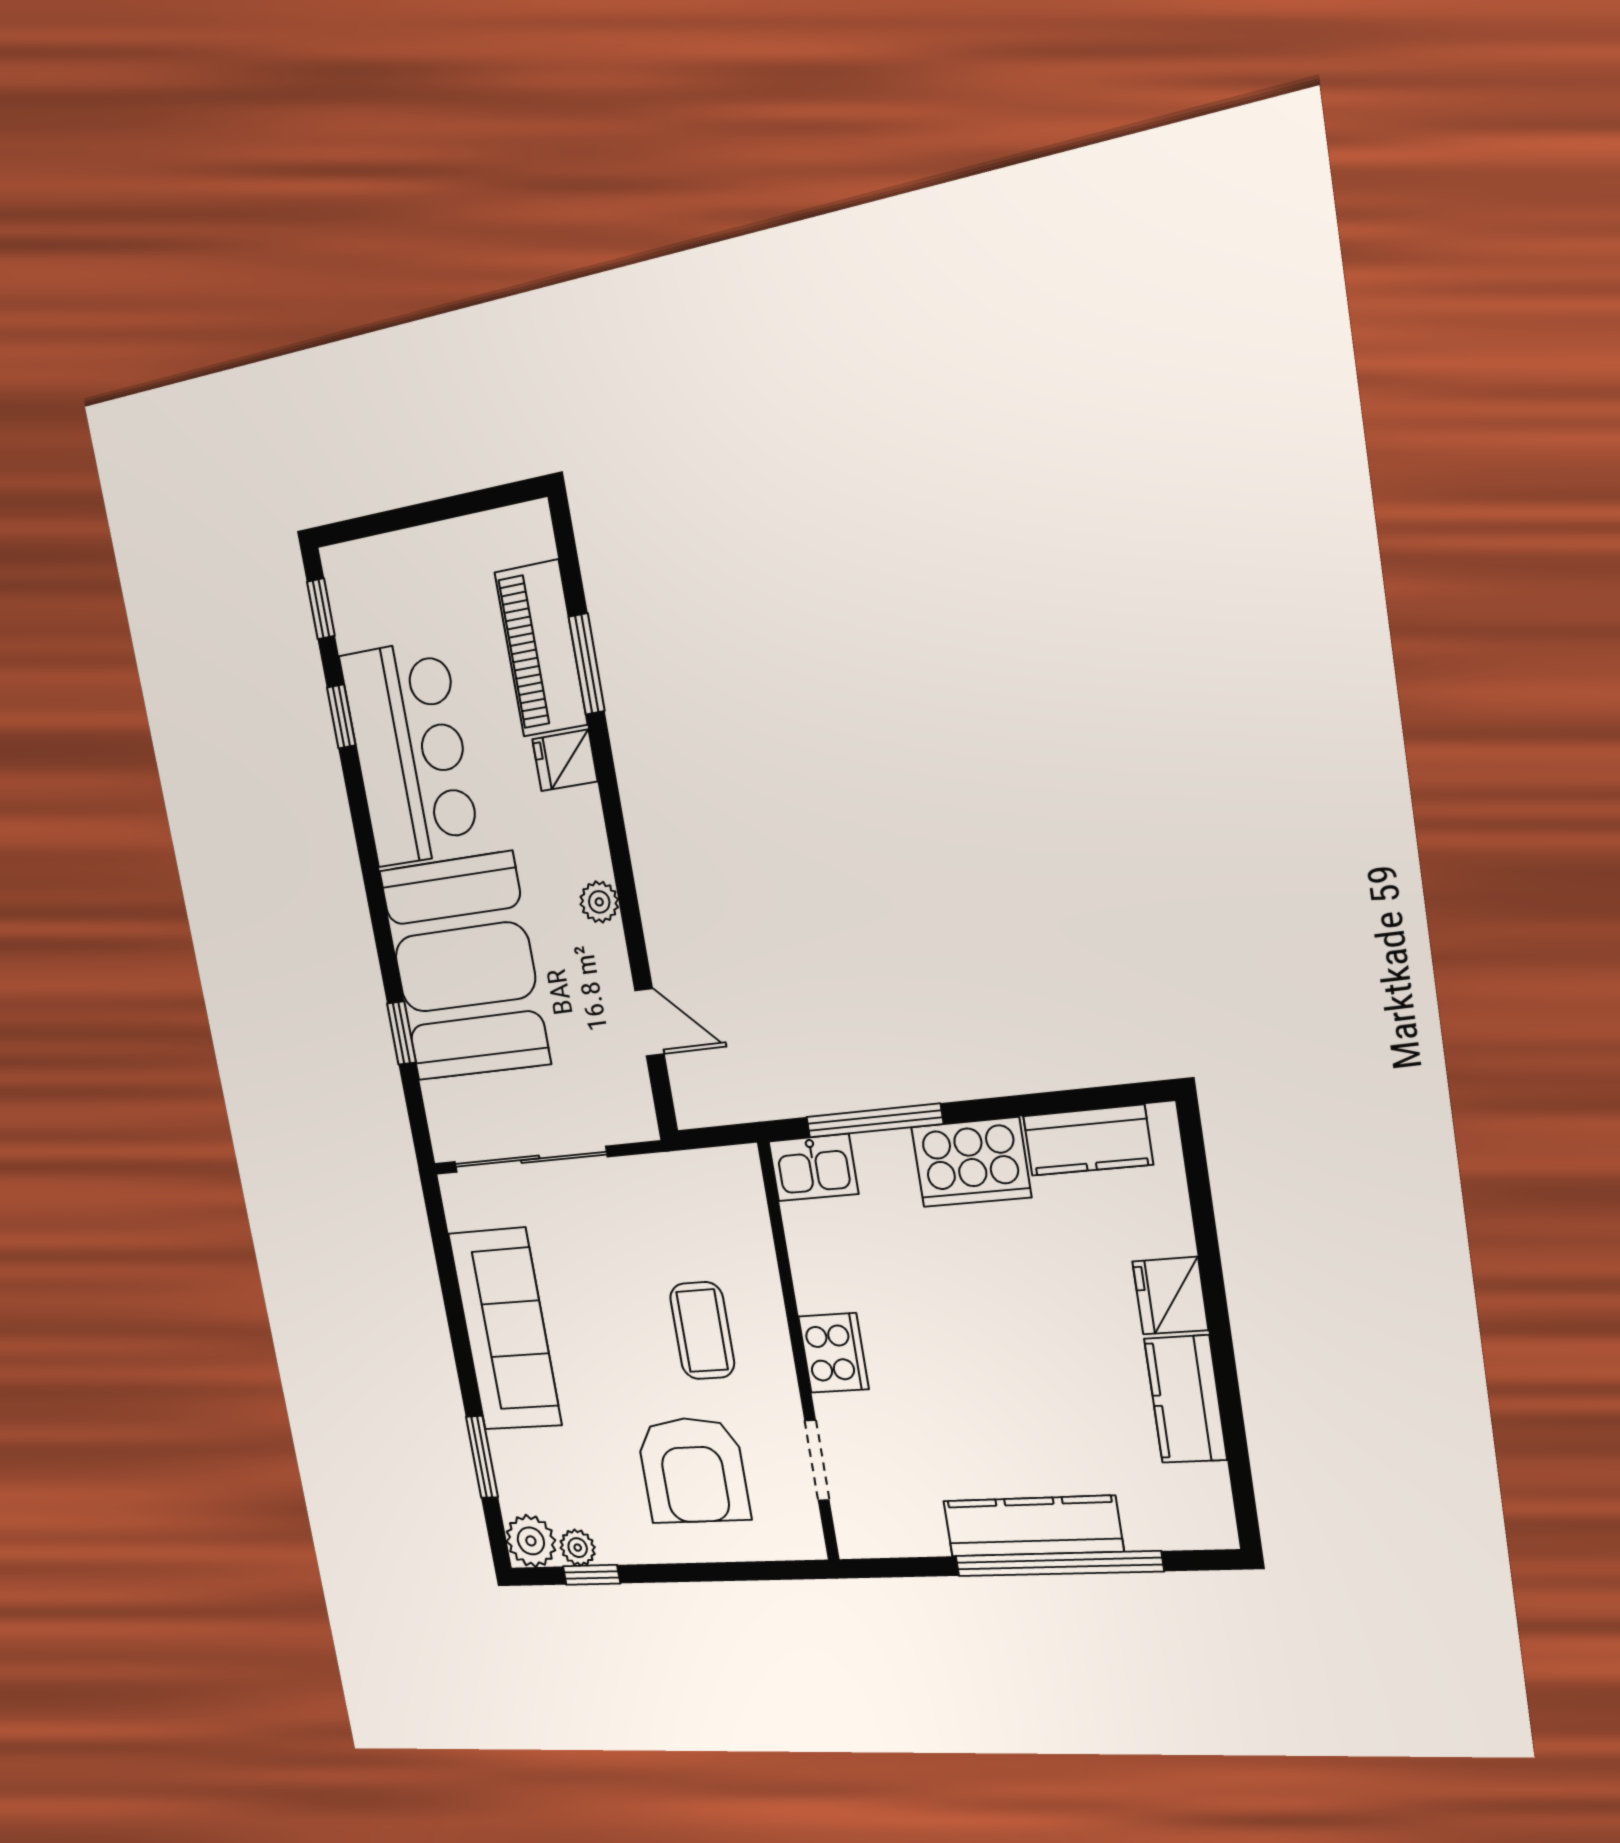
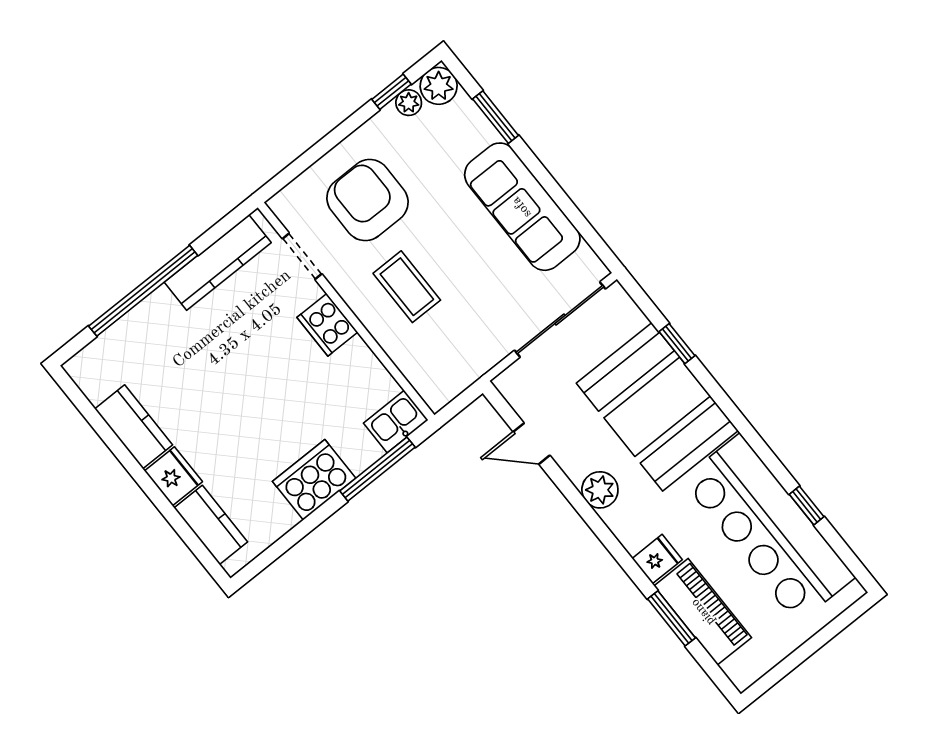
window: (321, 609) -> (850, 559), removed
bar counter: (410, 753) -> (768, 529), width x1.36
plant: (599, 902) -> (600, 490), width x1.38, depth x1.38
kitchen counter: (1088, 1140) -> (211, 525), moved, turned 90
kitchen counter: (1033, 1526) -> (218, 262), moved

